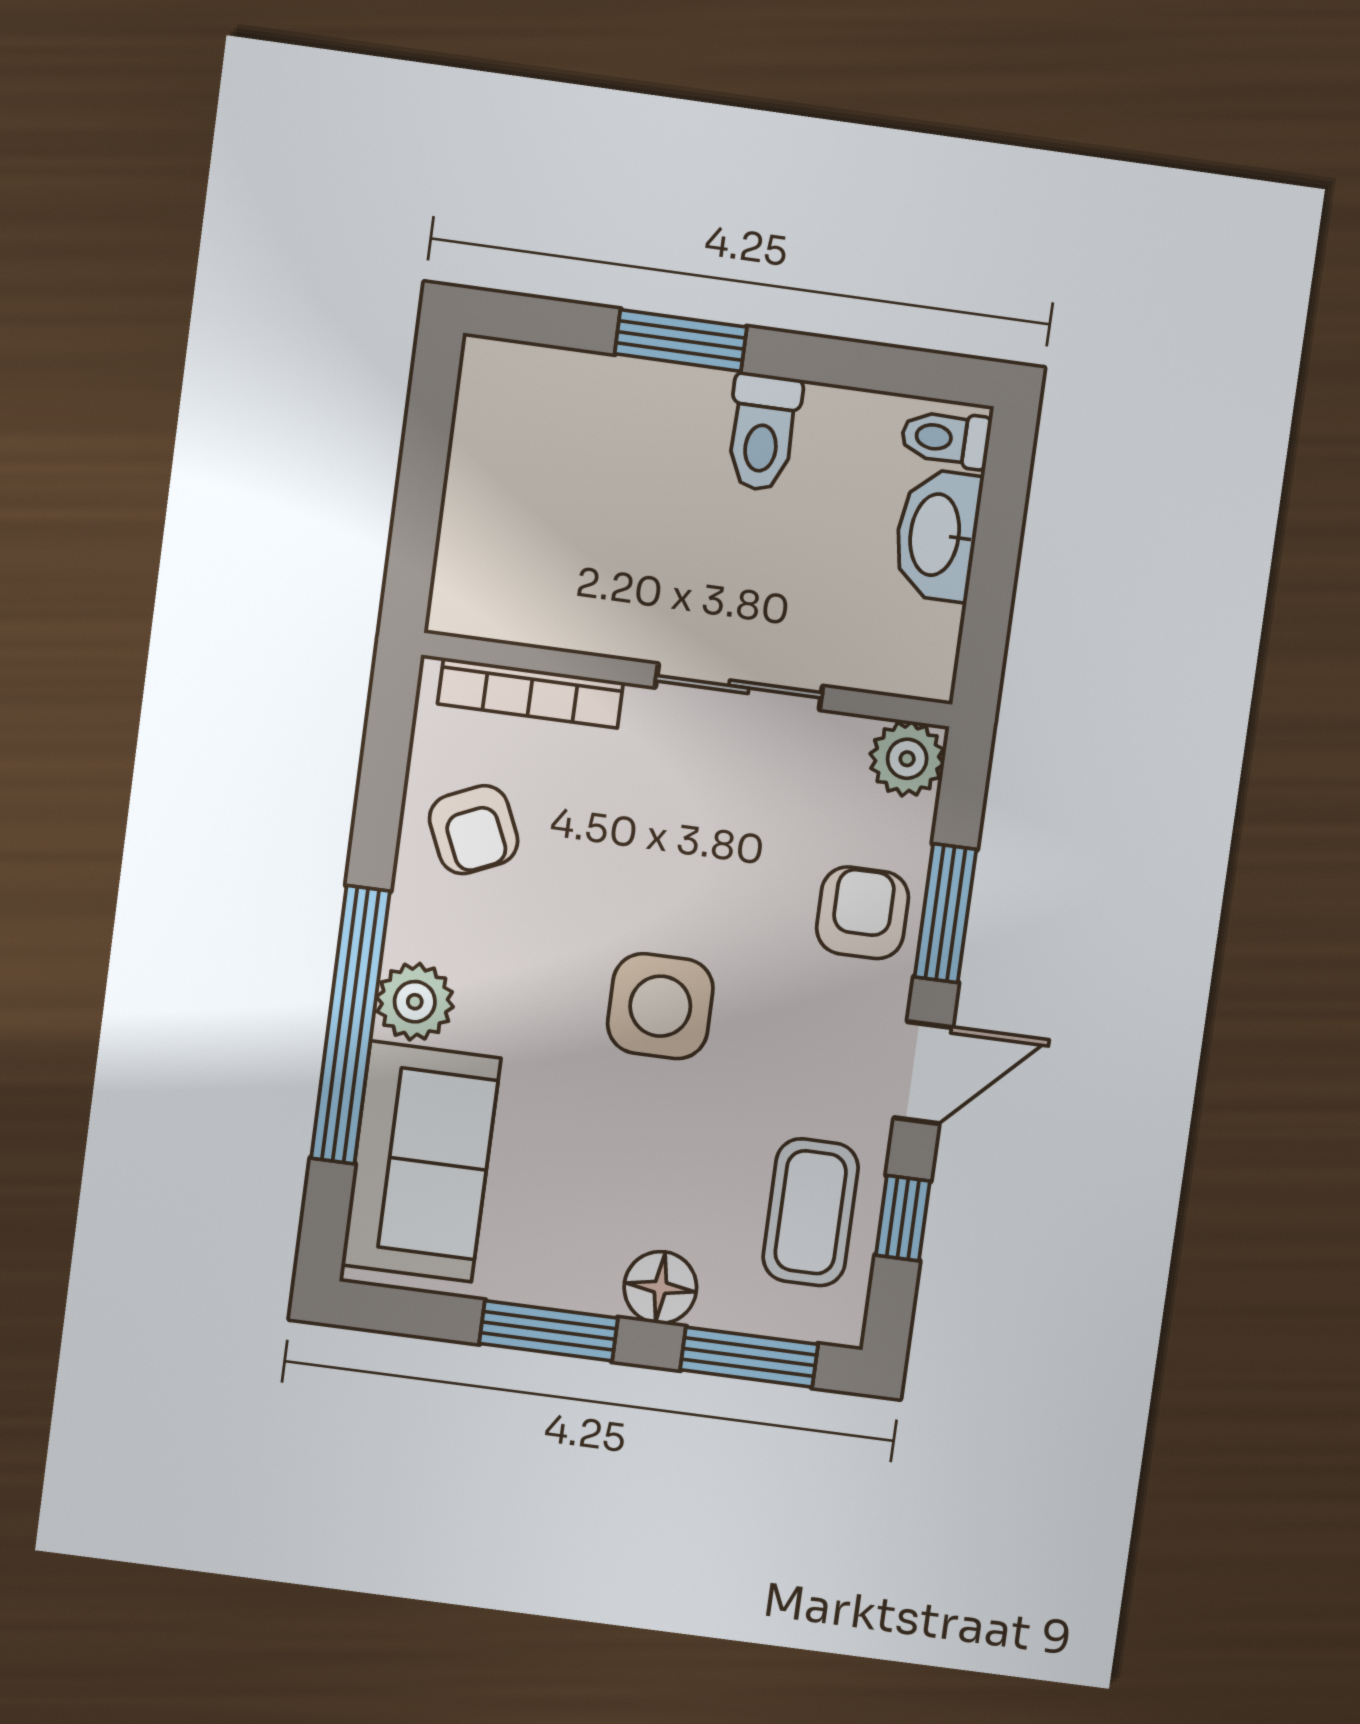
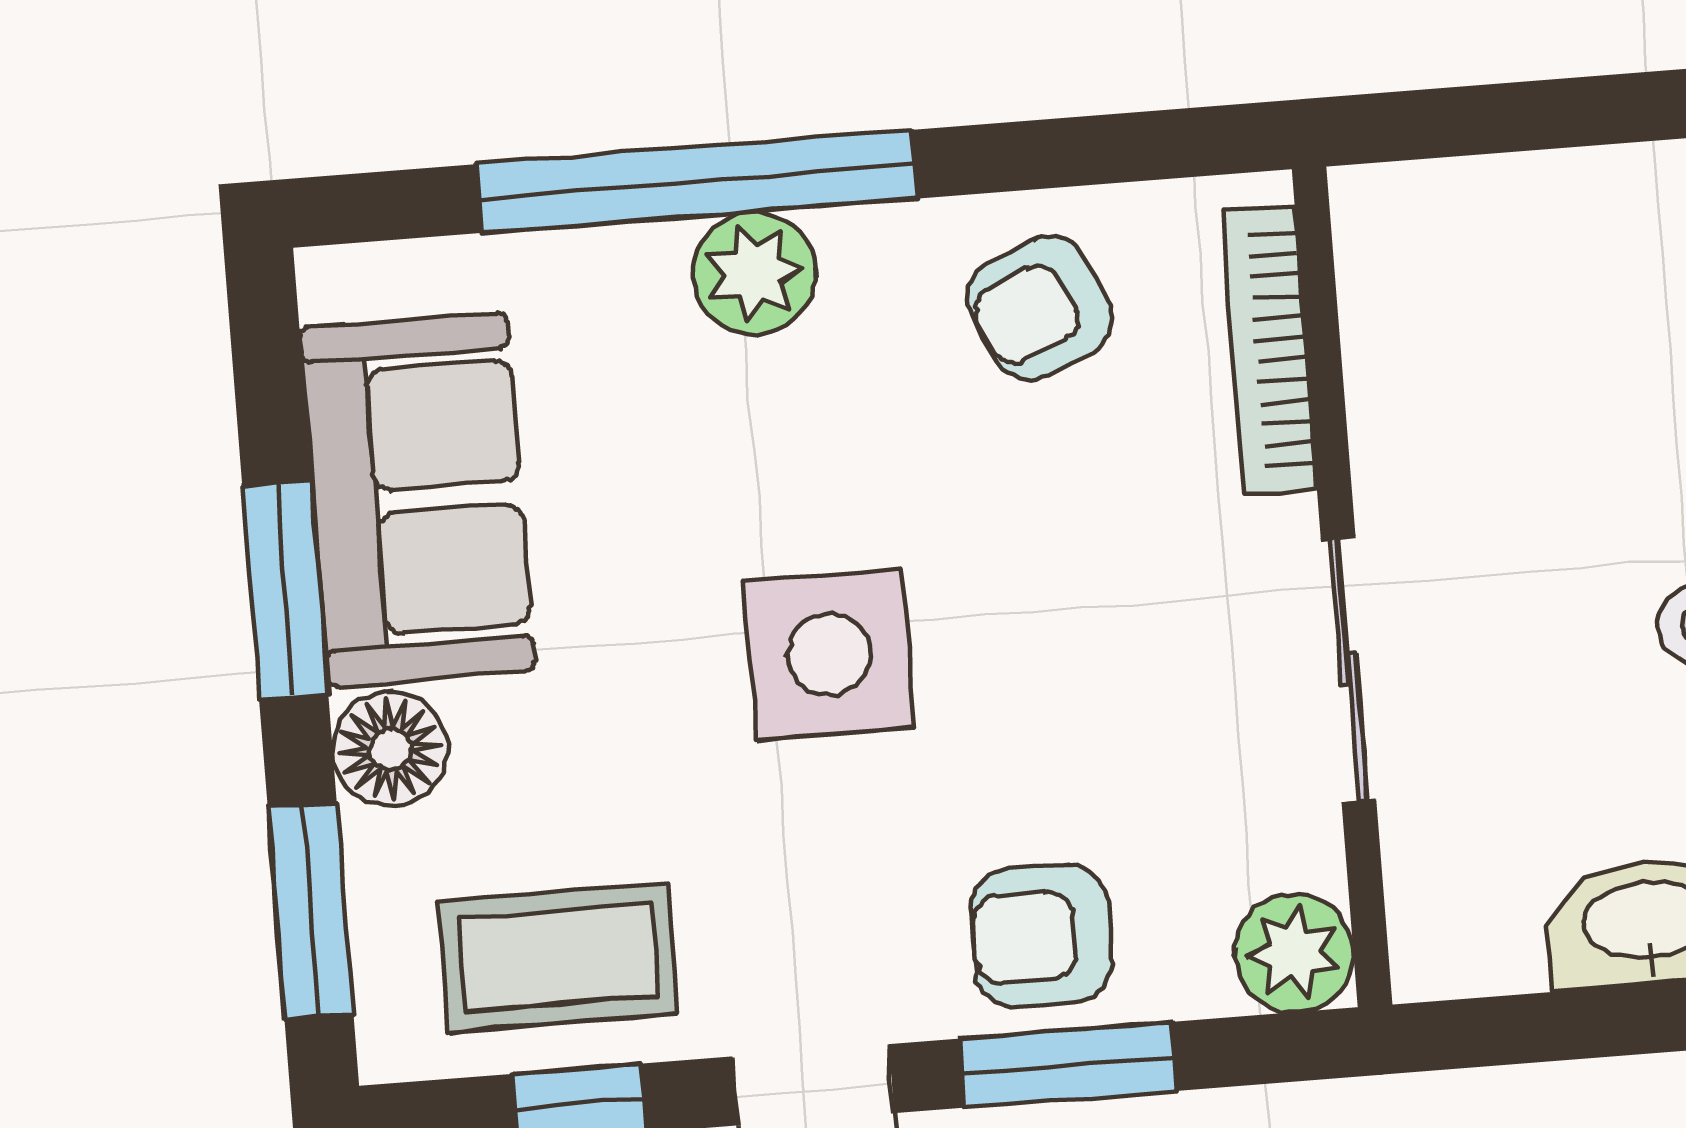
armchair: (863, 913) -> (1041, 936), turned 180
sofa: (421, 1162) -> (417, 499), moved, turned -90

